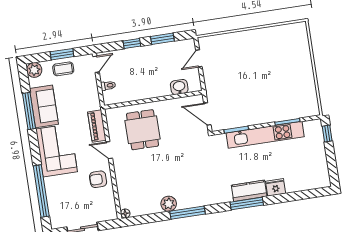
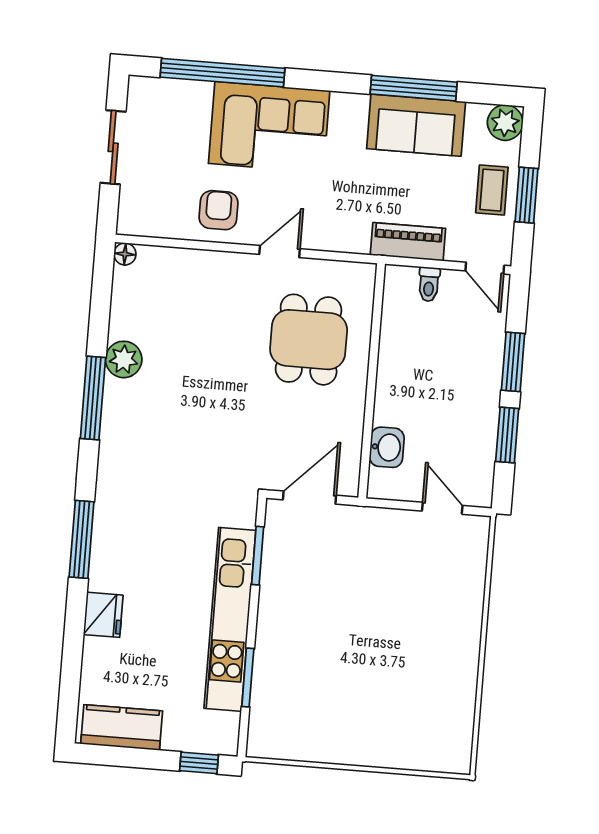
window: (132, 43) -> (513, 362), width x1.50
piano: (97, 126) -> (408, 242), moved
dining table: (143, 130) -> (309, 340), turned 90
corner sofa: (57, 150) -> (269, 127), moved
kitchen counter: (249, 191) -> (122, 727), moved, turned -90

